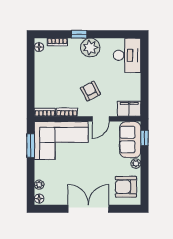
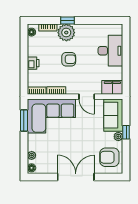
plant: (90, 48) -> (66, 33), moved
desk: (127, 55) -> (110, 51), moved
printer: (41, 82) -> (33, 63), added
armchair: (90, 91) -> (69, 59), moved, turned 117
door: (101, 119) -> (87, 97), hinge flipped
window: (144, 138) -> (126, 132), moved

